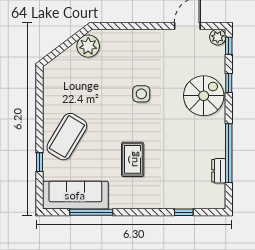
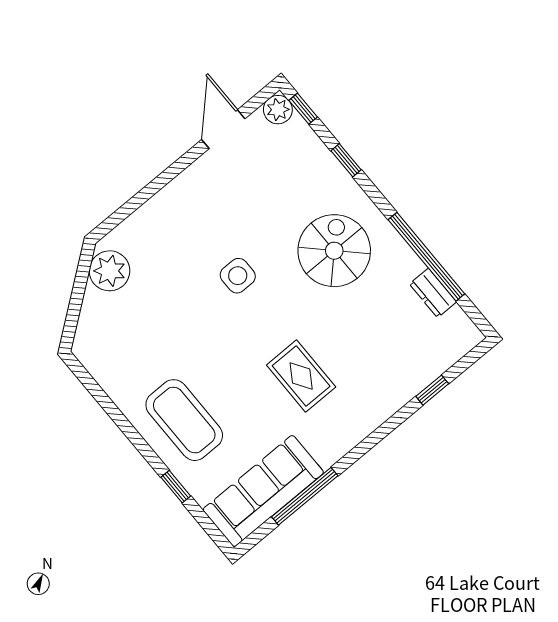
spiral stairs: (204, 96) -> (334, 251), moved
coffee table: (67, 137) -> (184, 420), turned -31

